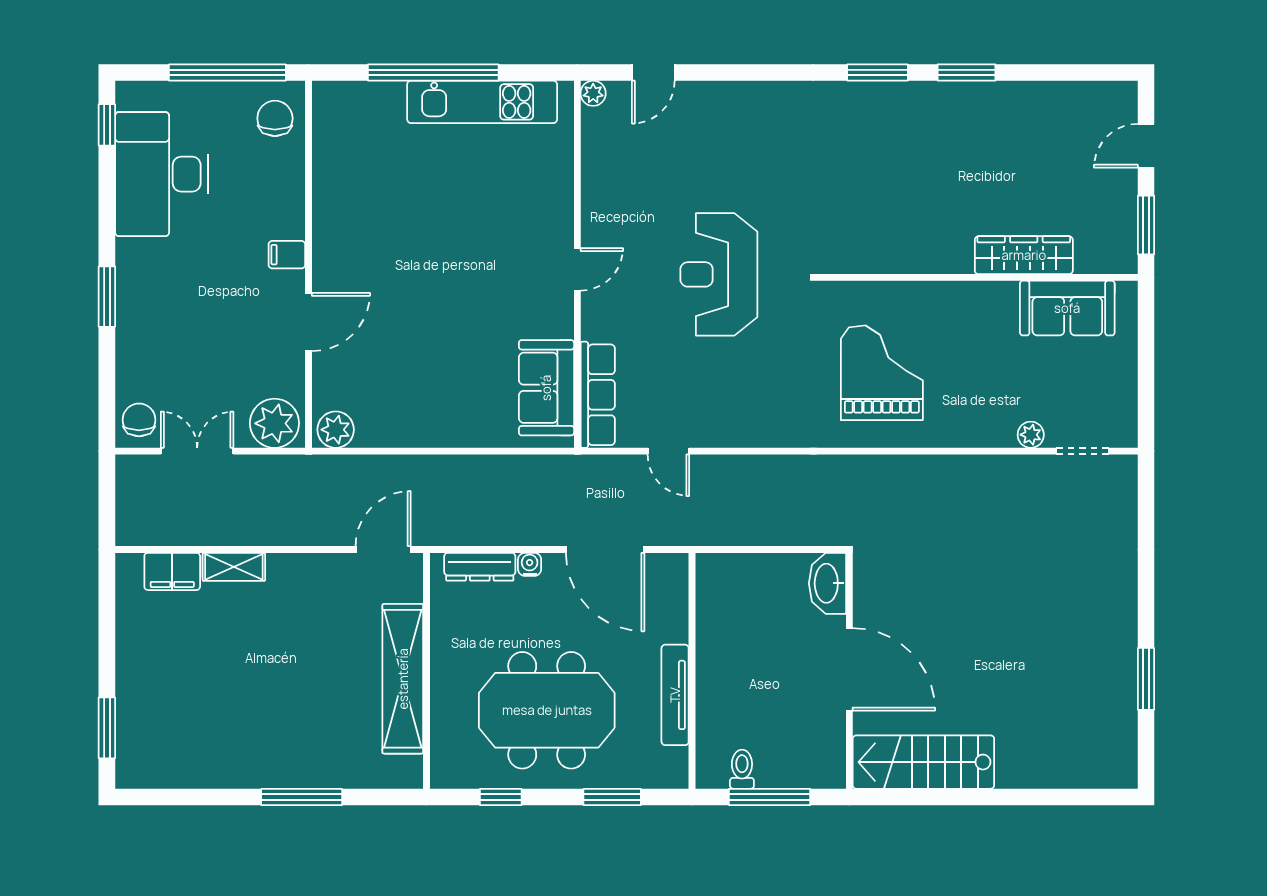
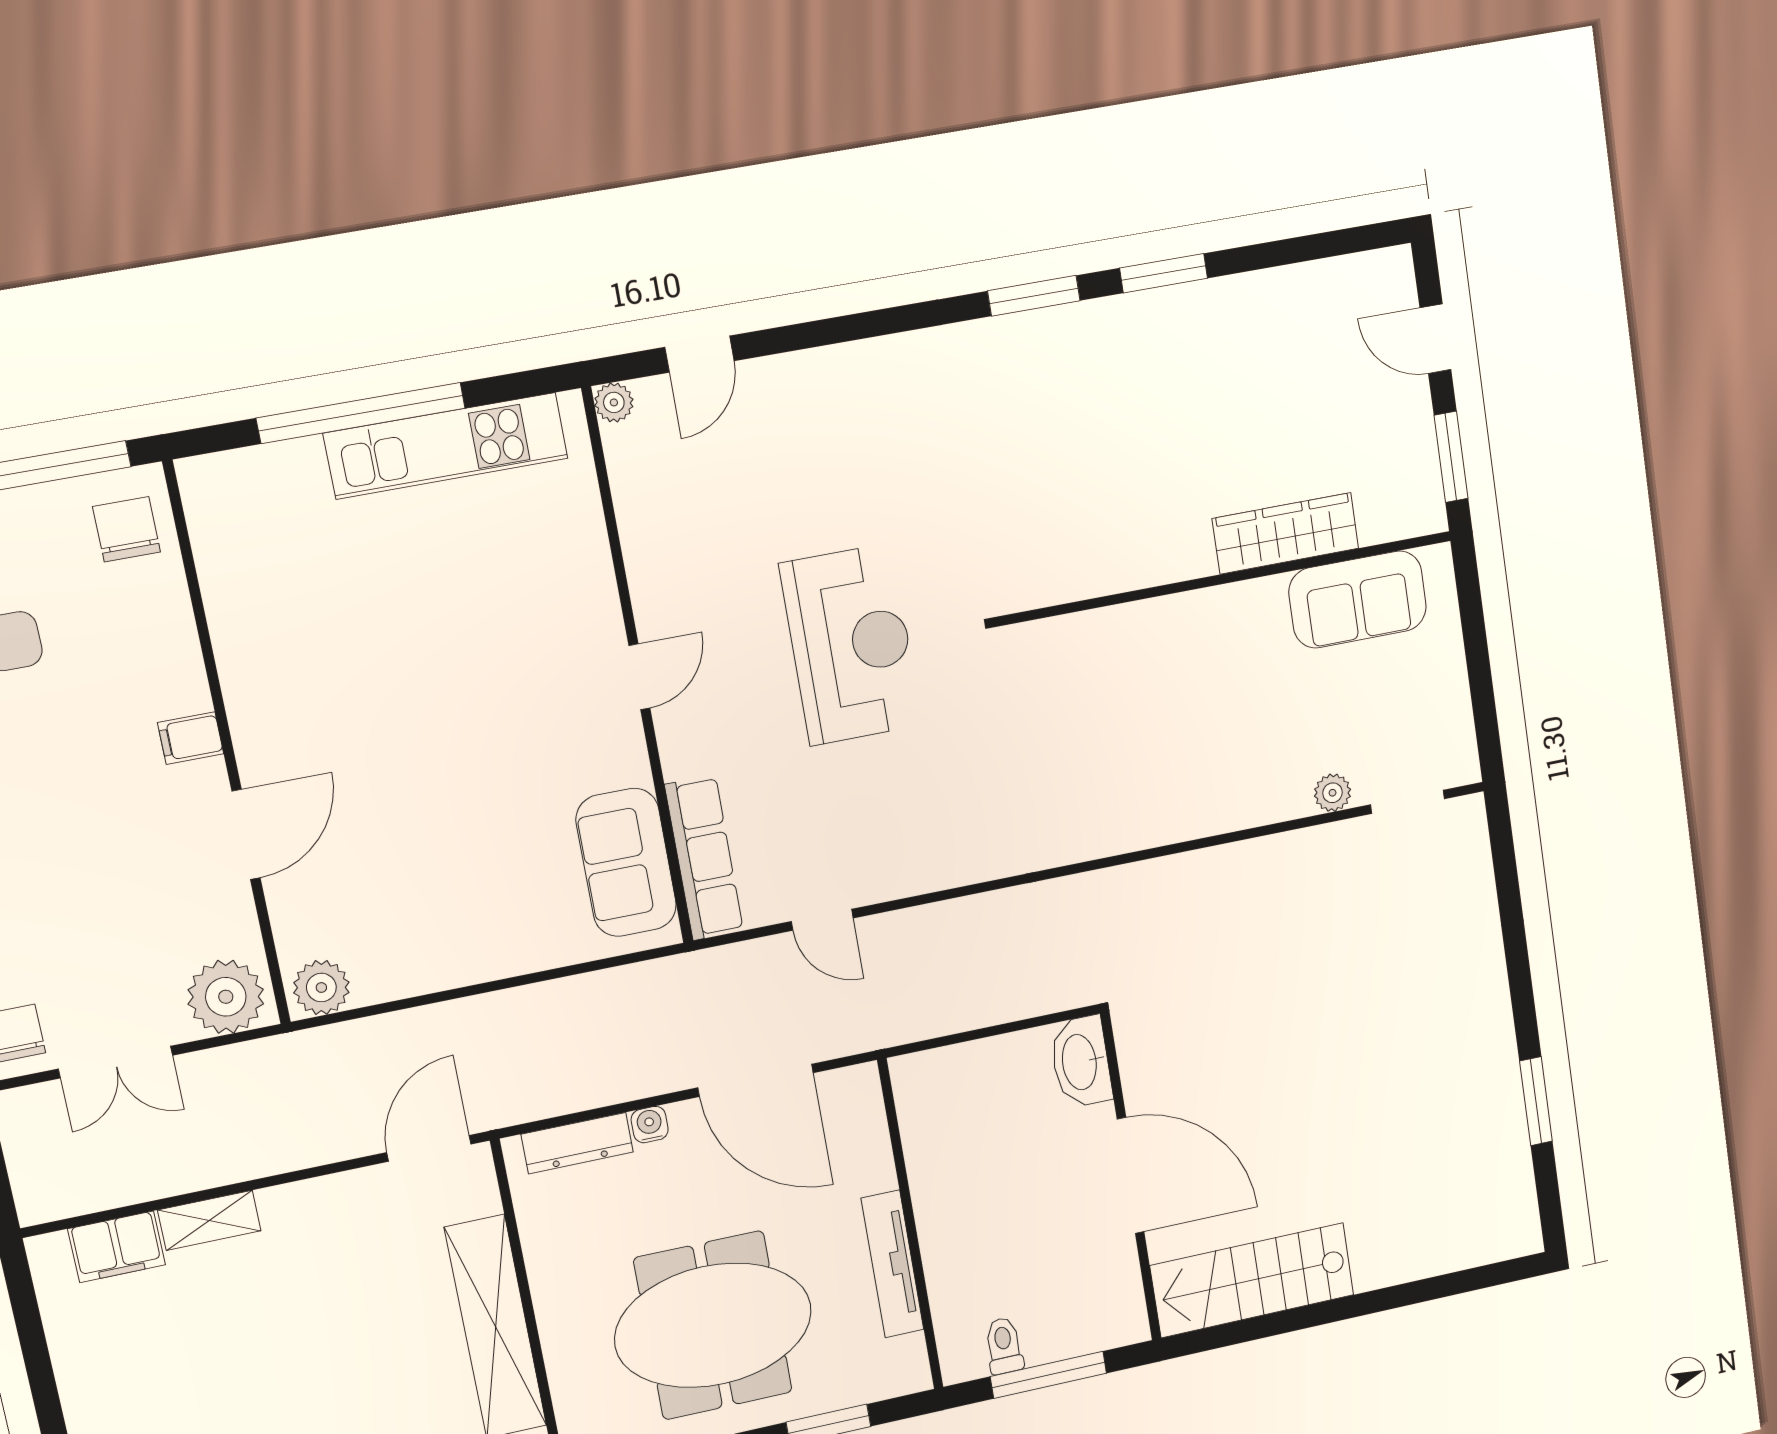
door: (1146, 146) -> (1435, 339), hinge flipped
reception desk: (719, 274) -> (851, 645), turned 180
grand piano: (882, 373) -> (1110, 745), removed
double door: (197, 451) -> (115, 1062), swing flipped

